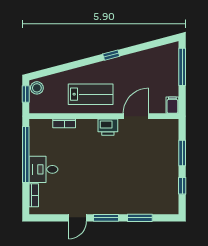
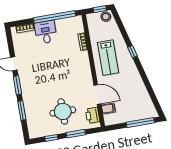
window: (111, 55) -> (132, 52), moved
filing cabinet: (172, 105) -> (108, 108), moved
printer: (108, 127) -> (93, 115), moved
round table: (150, 165) -> (63, 111), added

